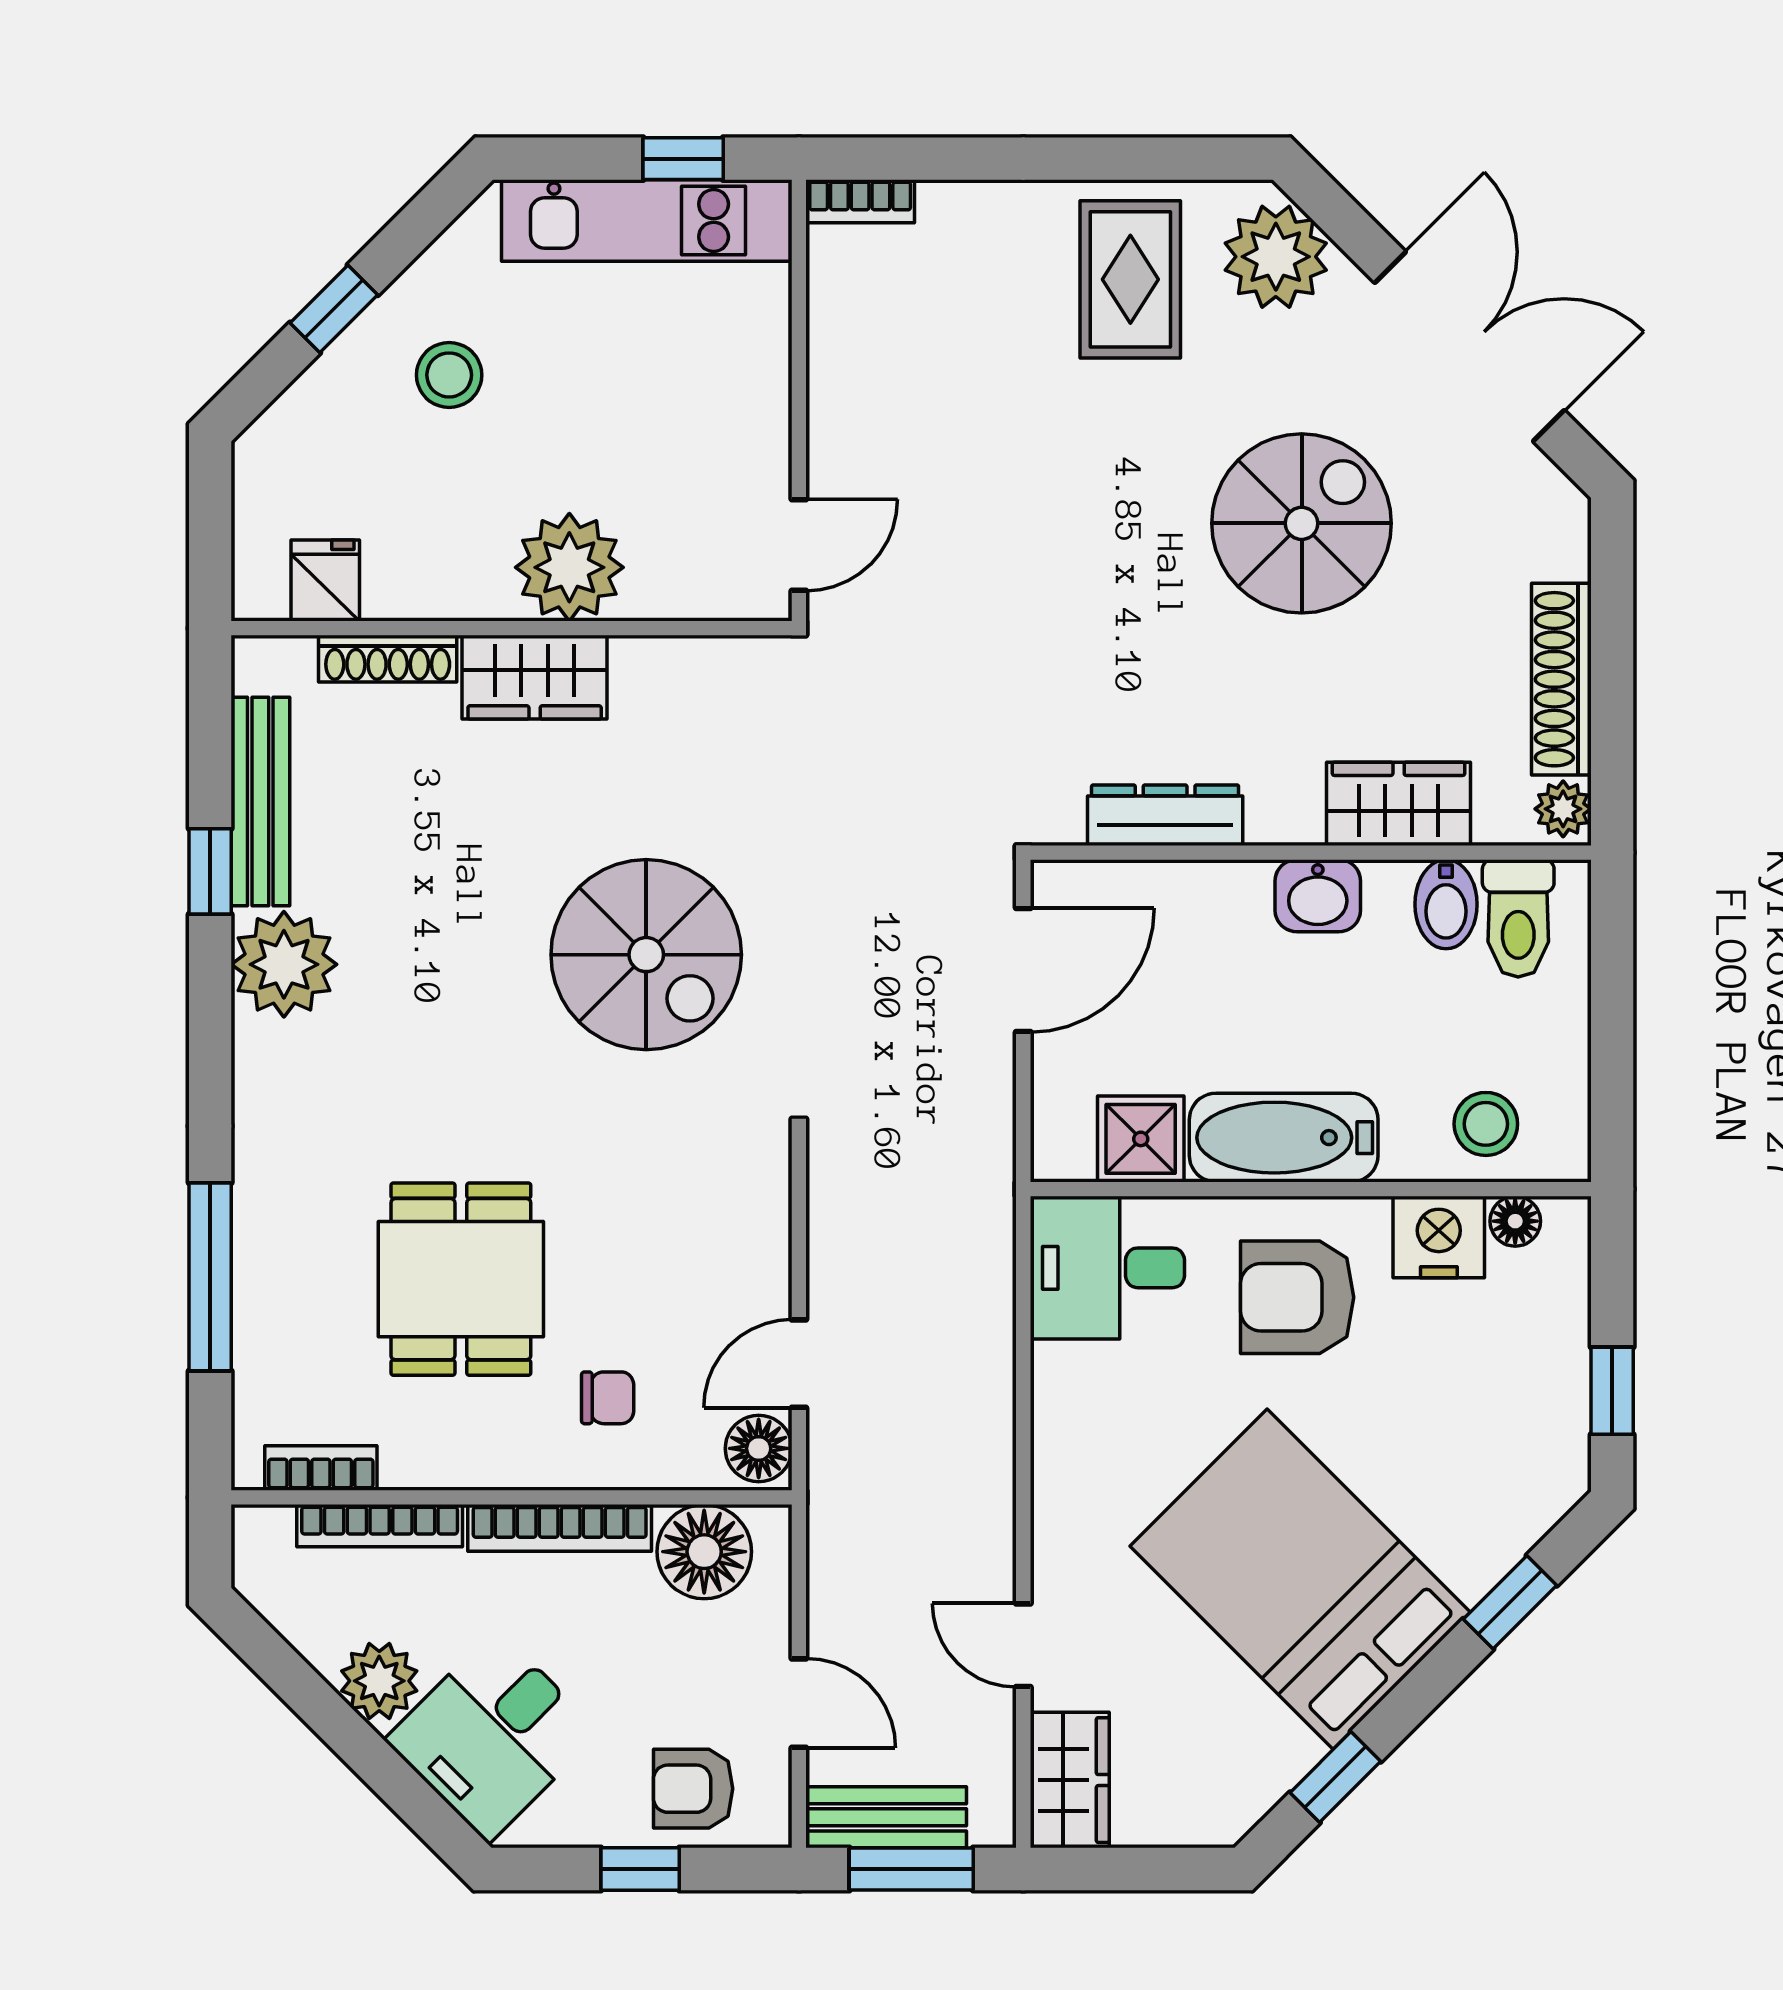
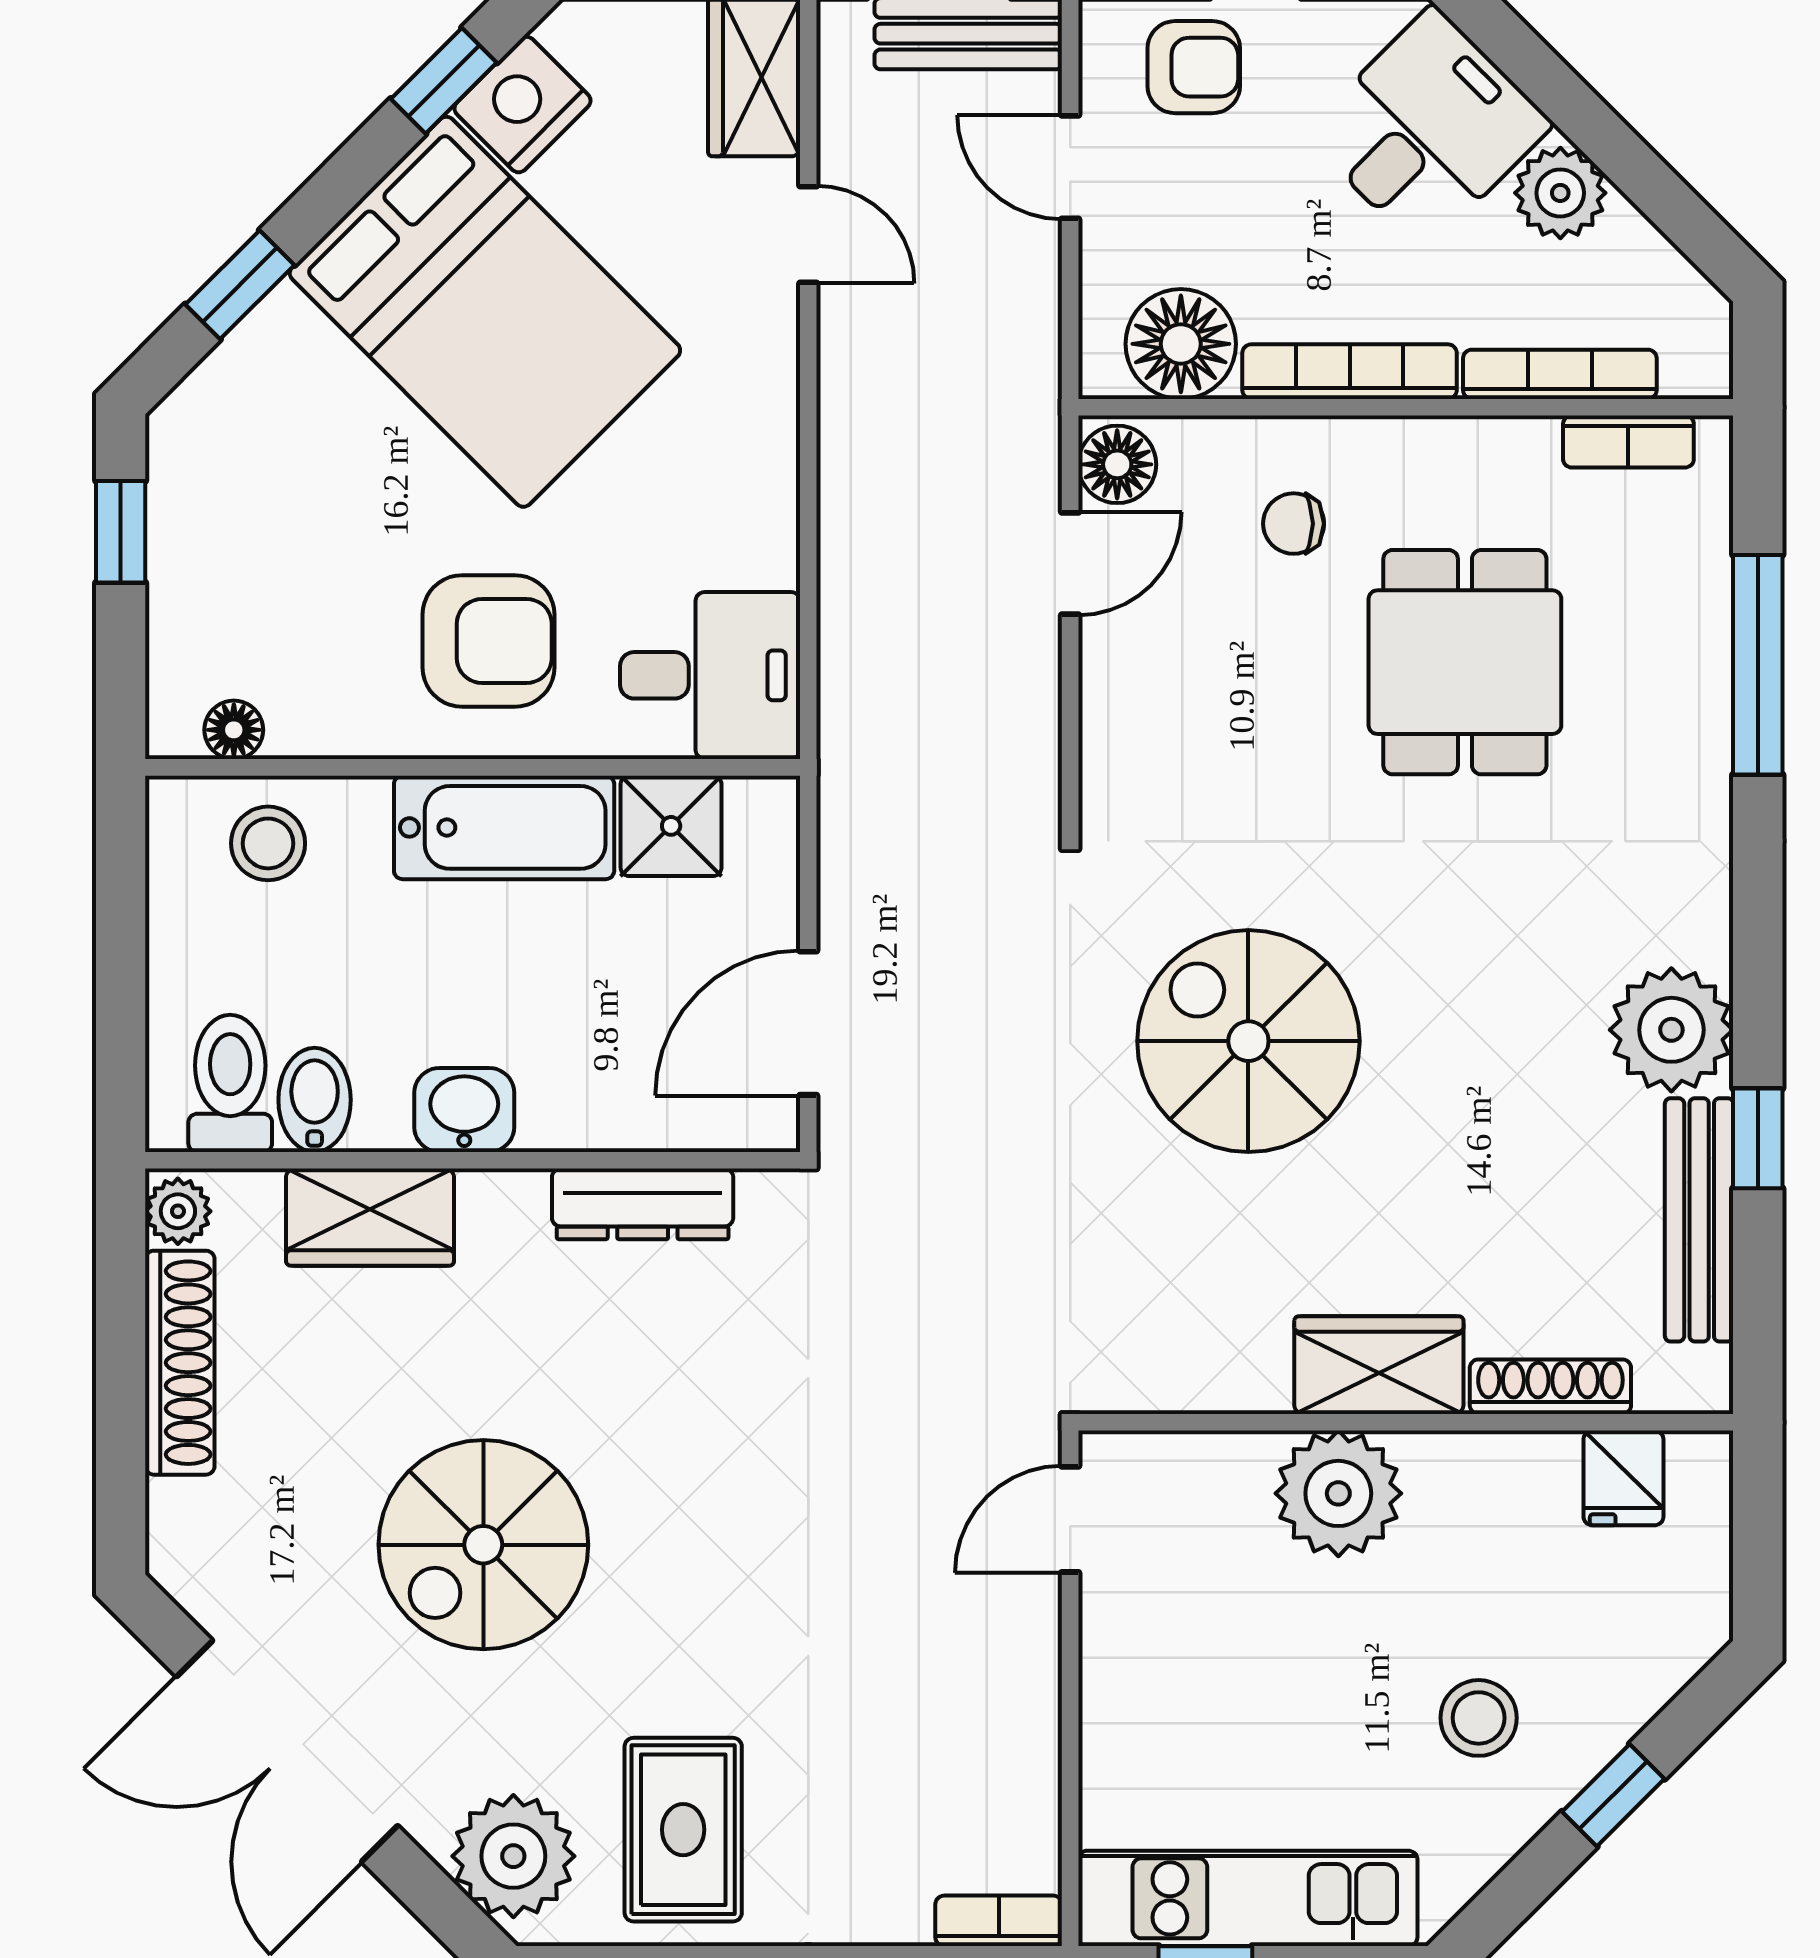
nightstand: (1439, 1237) -> (523, 105), moved, turned 135

